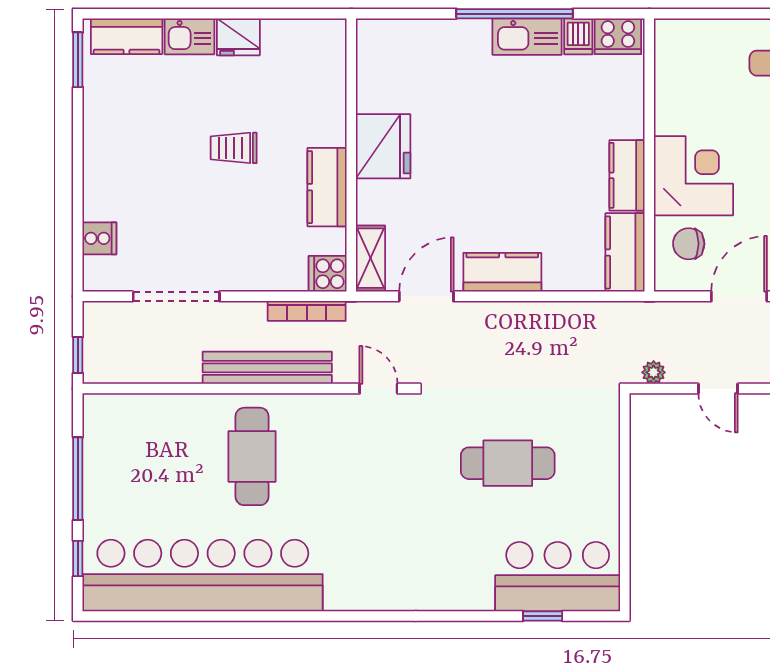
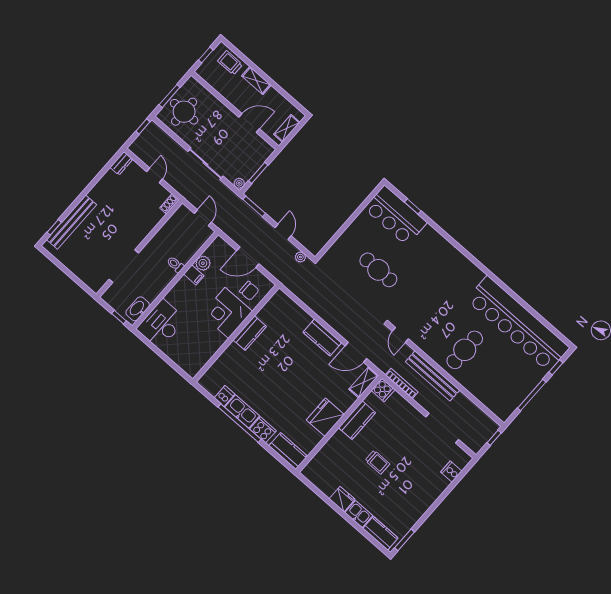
cooker: (618, 36) -> (263, 430), moved
kitchen counter: (625, 252) -> (288, 451), moved, turned -90

